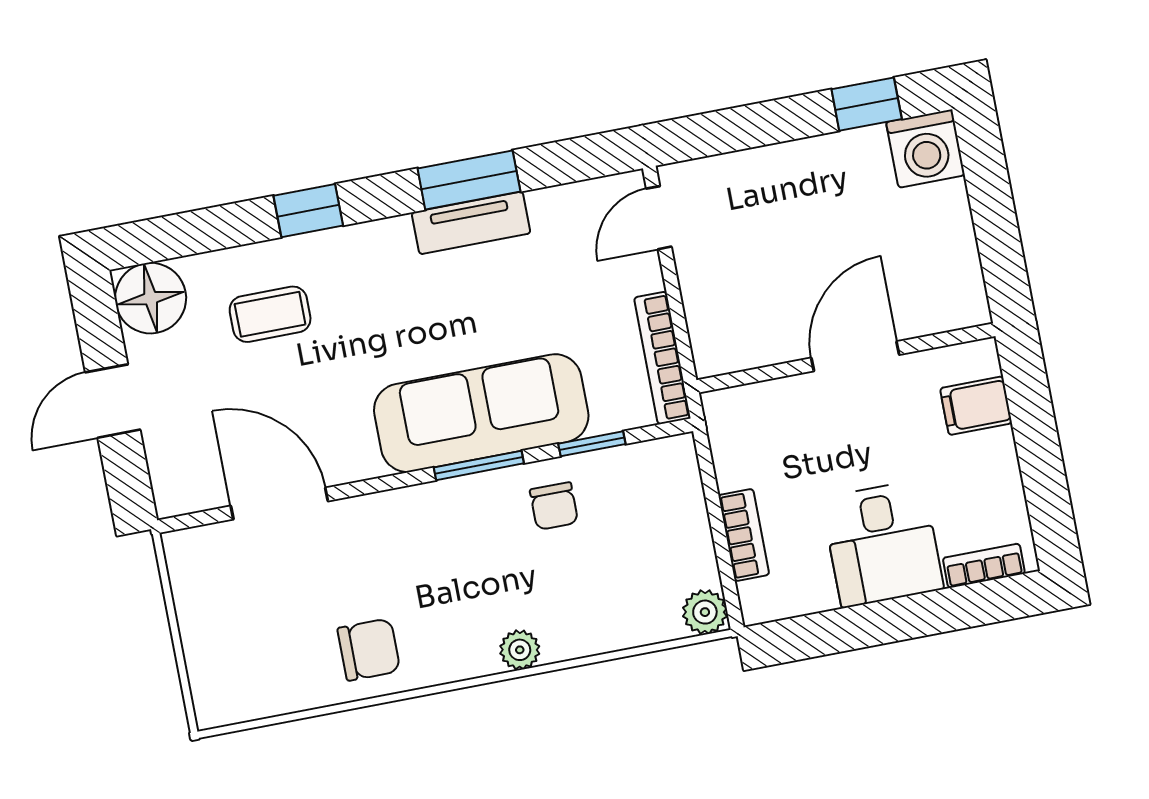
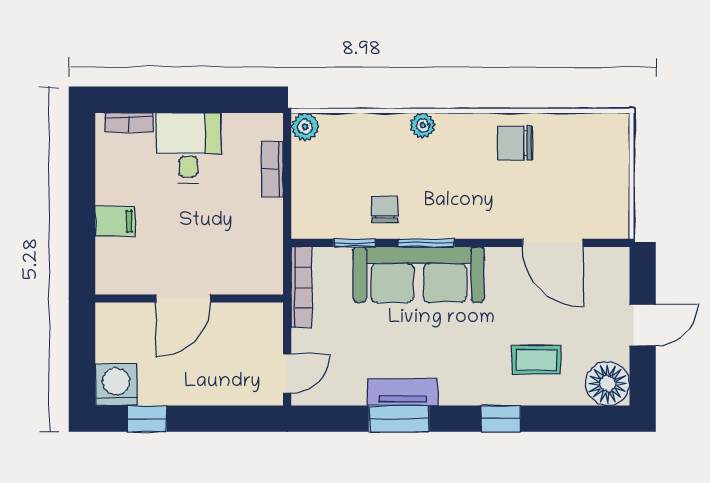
door: (855, 356) -> (183, 298), moved
wall: (846, 358) -> (189, 298), moved

